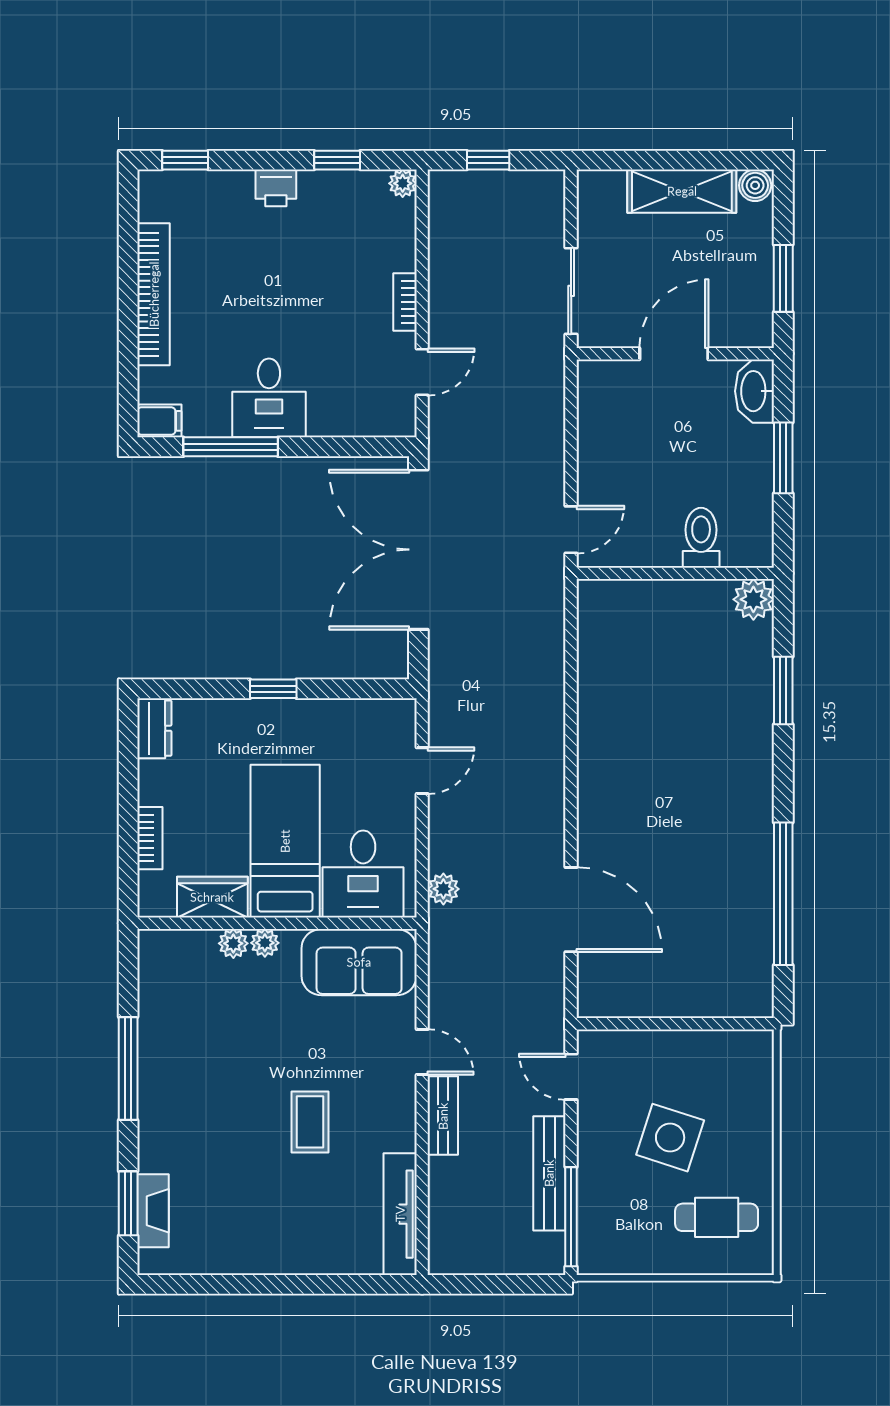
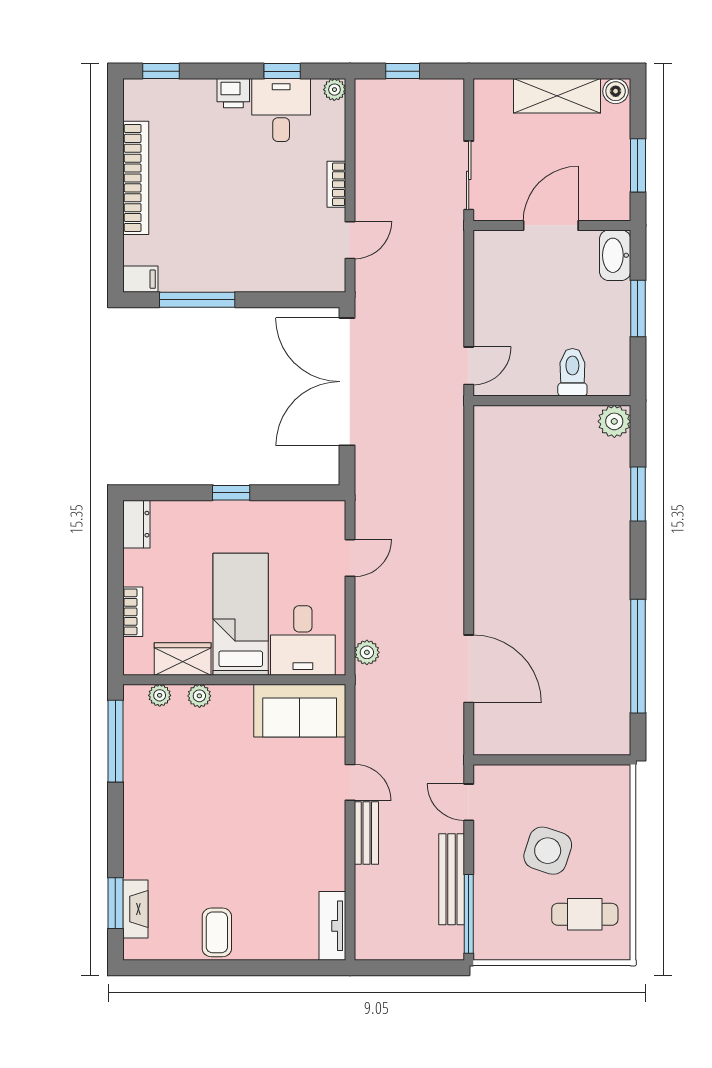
desk: (269, 398) -> (281, 110), moved, turned 180
plant: (265, 943) -> (160, 695), moved
window: (128, 1069) -> (115, 741), moved
coffee table: (310, 1122) -> (217, 932), moved
tv unit: (400, 1214) -> (332, 926), width x0.71

